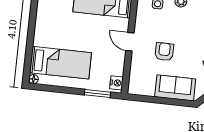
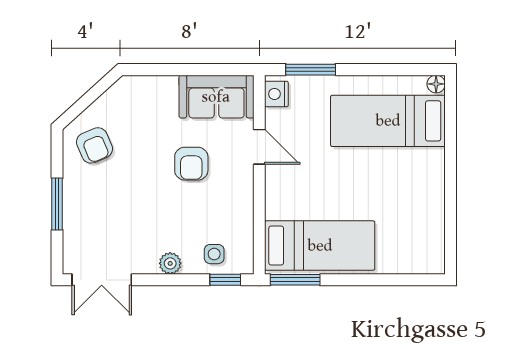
door: (130, 42) -> (259, 147), moved
sofa: (175, 88) -> (216, 97), moved

